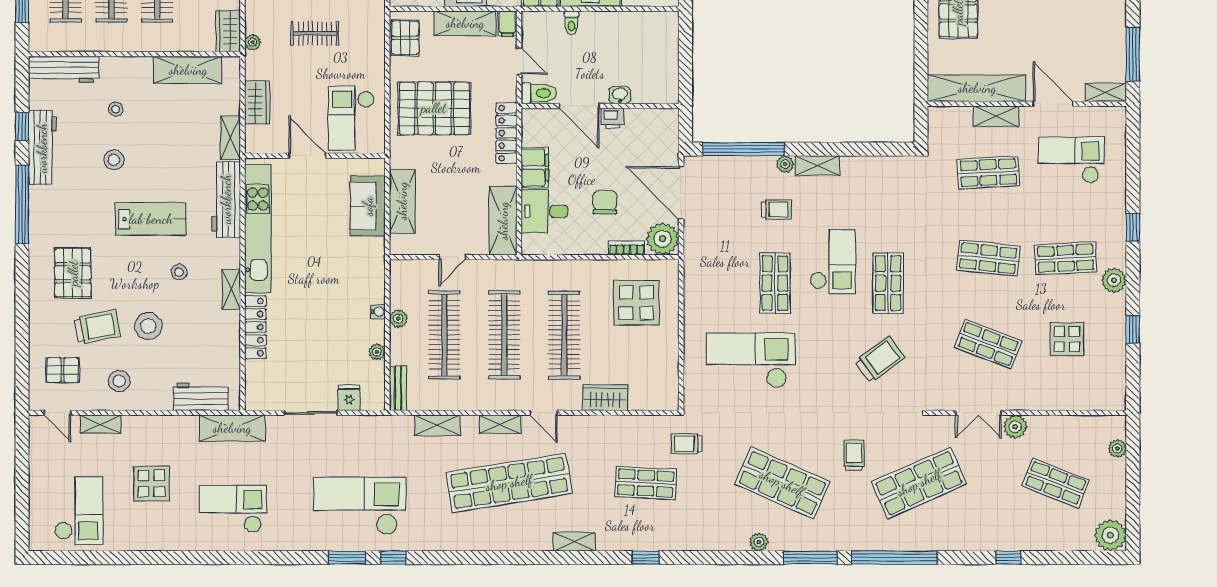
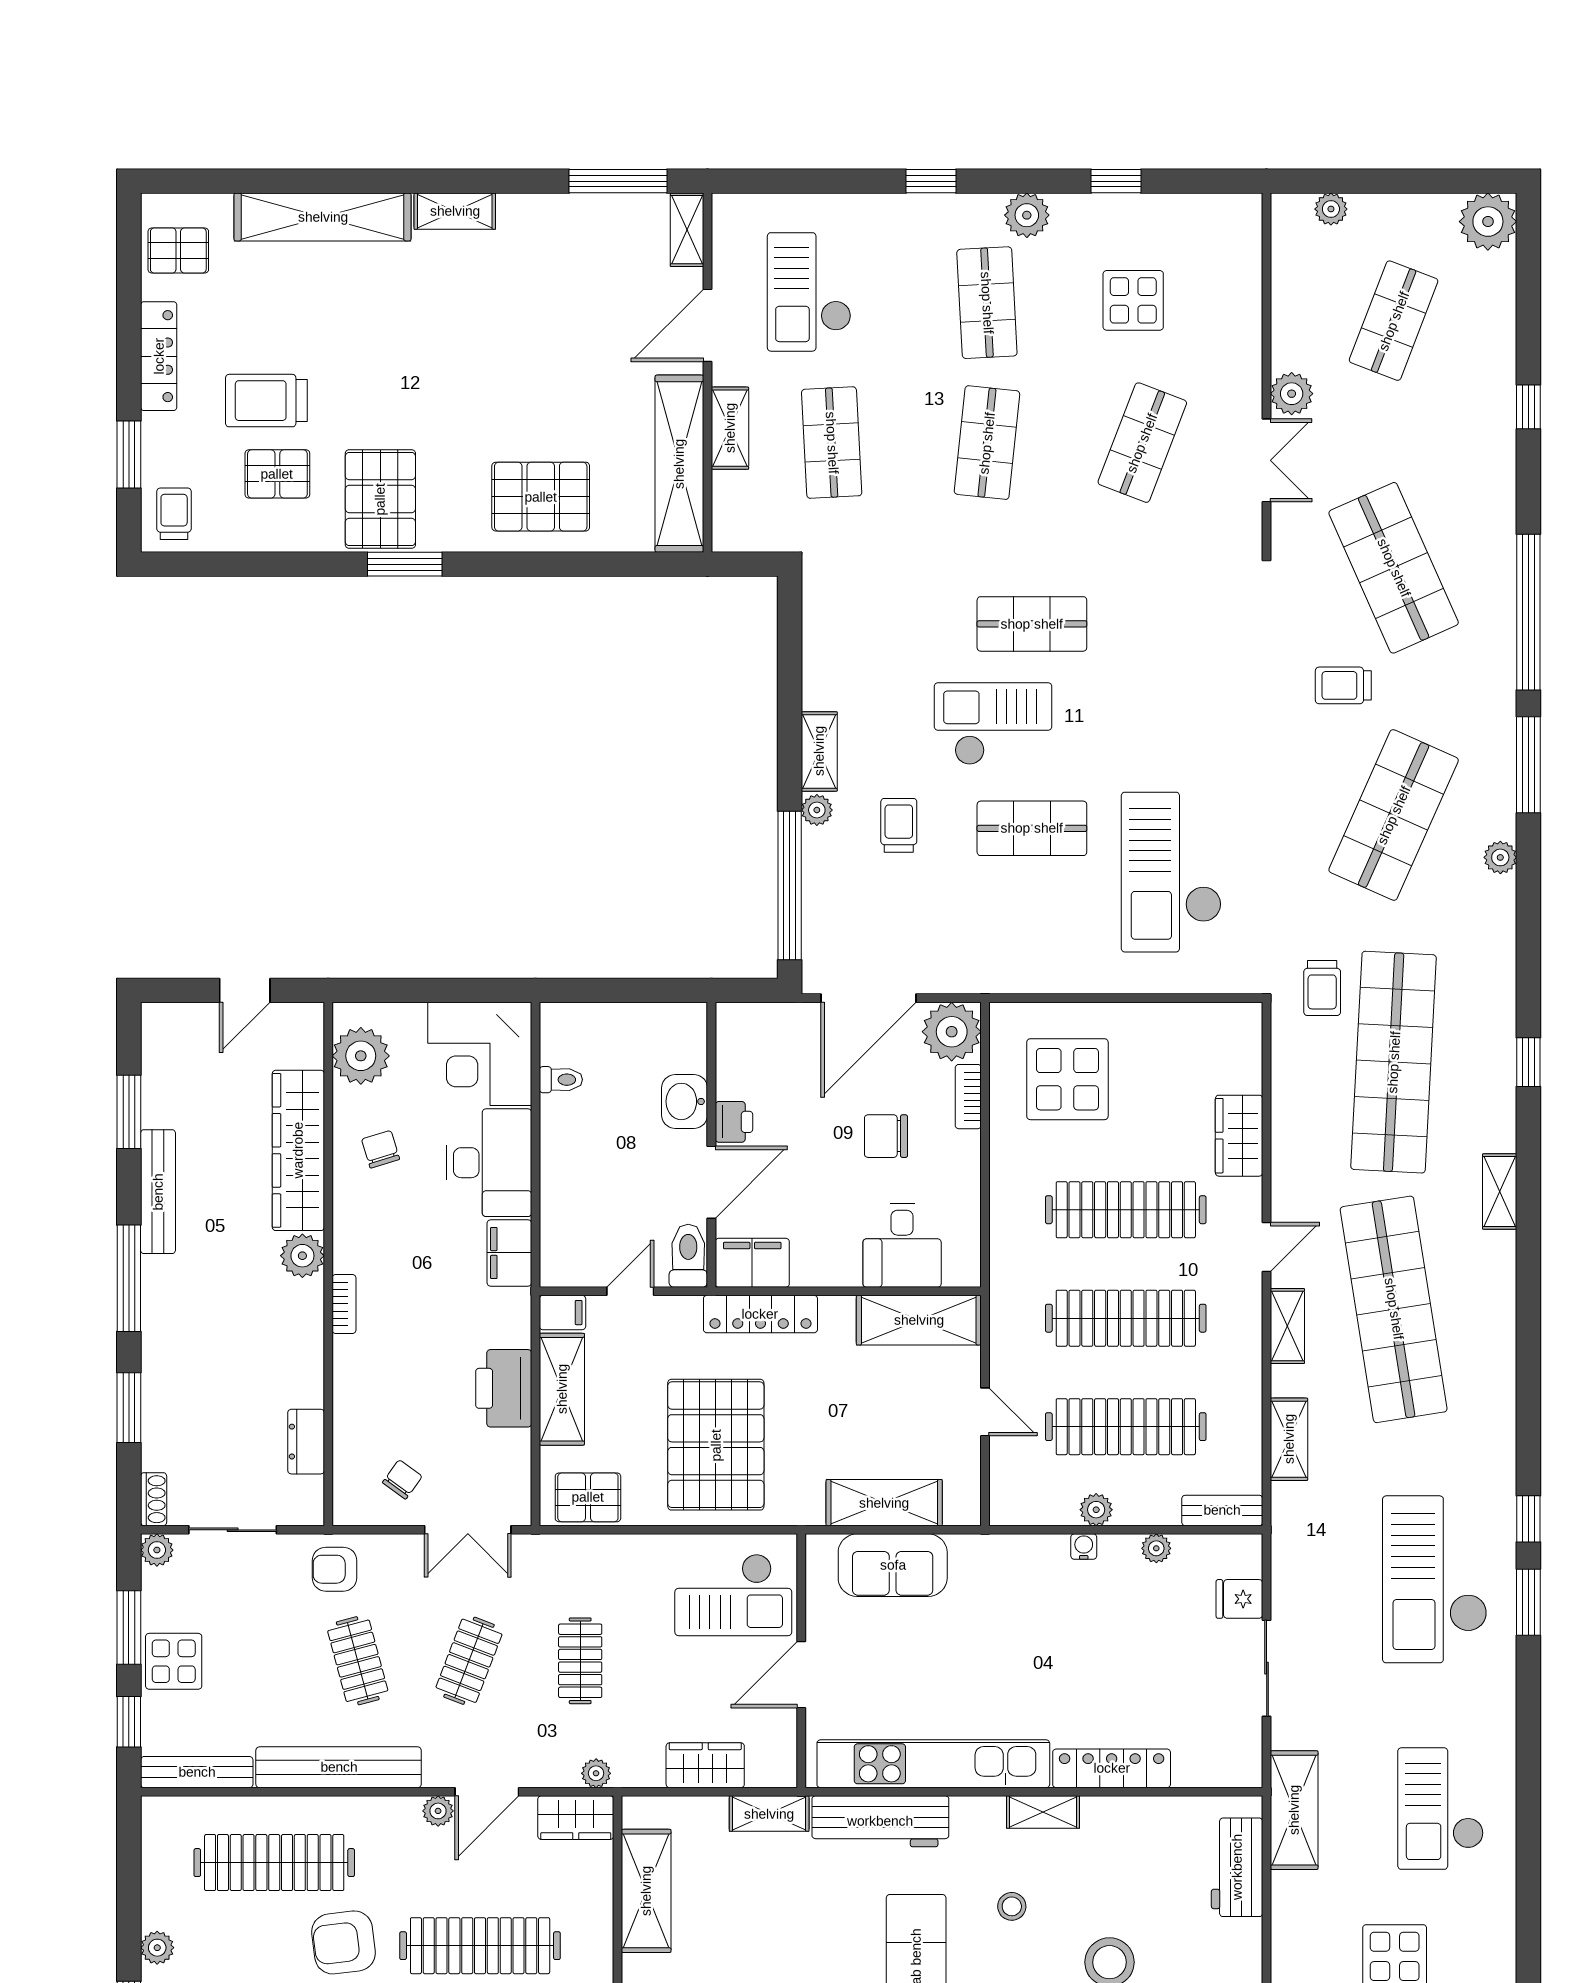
toilet: (571, 23) -> (561, 1080), moved
washbasin: (620, 95) -> (685, 1101), width x1.38, depth x1.45
filing cabinet: (535, 168) -> (752, 1263), moved
trolley: (880, 359) -> (1170, 639), removed
shop shelf: (646, 483) -> (1394, 1062), width x2.00, depth x1.36

